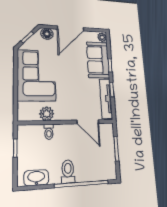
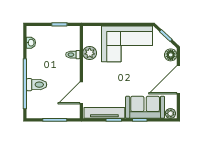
door: (71, 28) -> (178, 80), hinge flipped
toilet: (68, 171) -> (36, 85), moved
washbasin: (36, 178) -> (31, 43), width x0.52, depth x0.69

